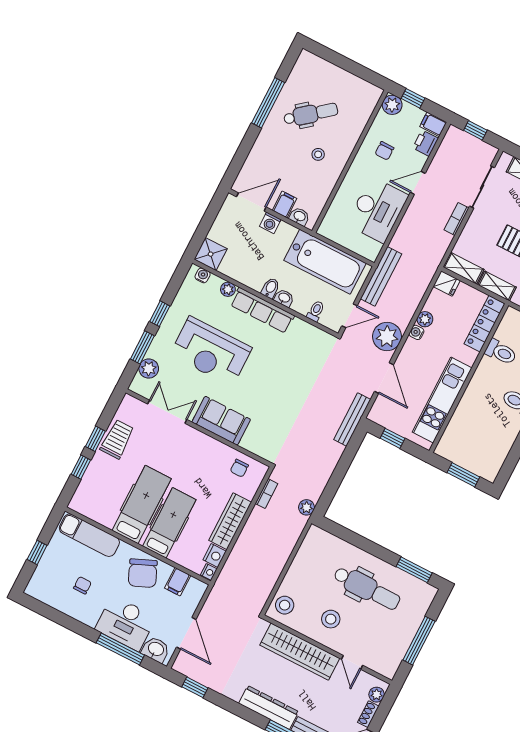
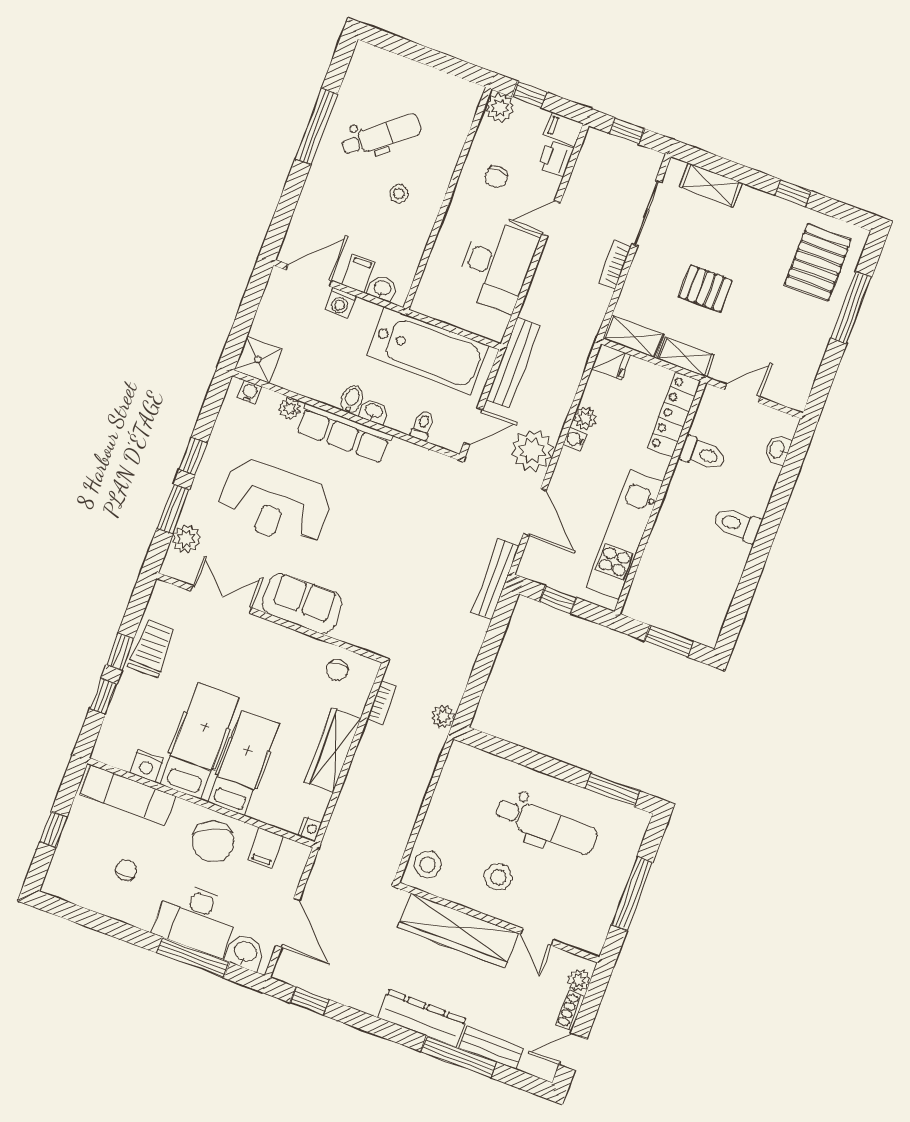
nightstand: (215, 555) -> (147, 766), moved, turned 90

